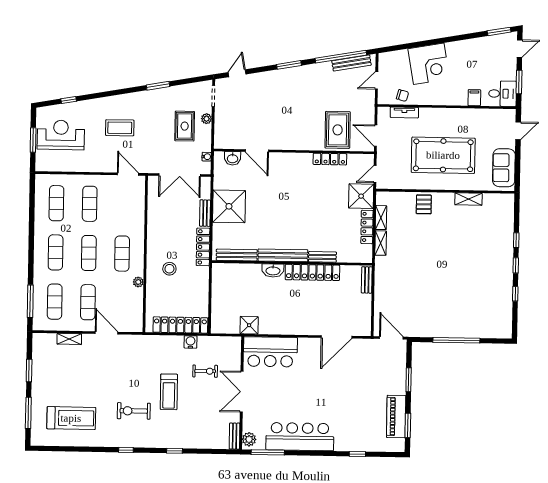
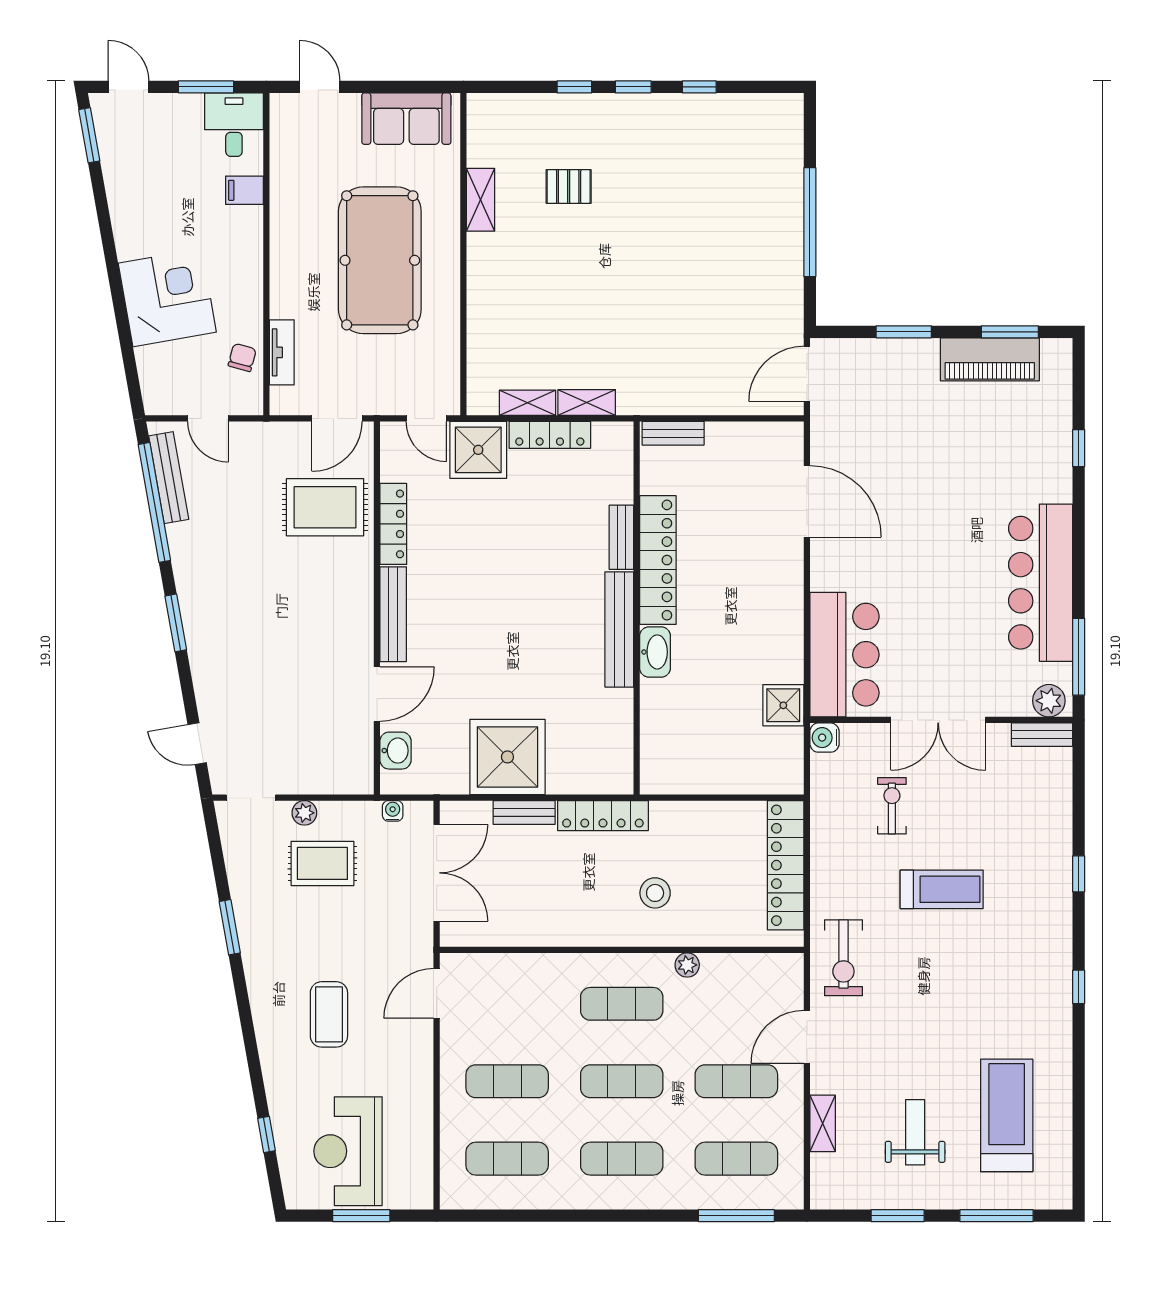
pallet: (424, 204) -> (569, 186), moved
bench: (237, 255) -> (393, 614), moved
water cooler: (191, 342) -> (824, 738), moved
weight bench: (65, 379) -> (915, 1132), added
exercise bike: (134, 411) -> (843, 958), moved

